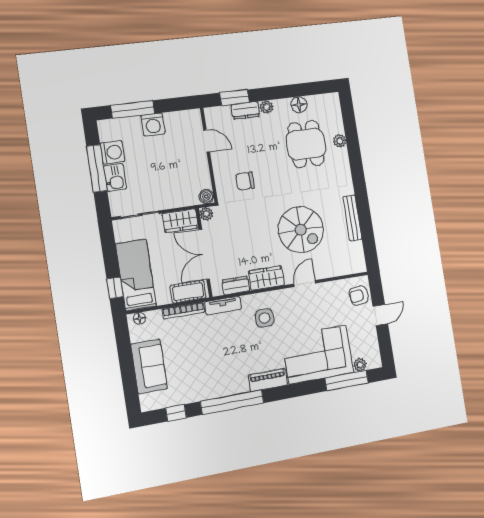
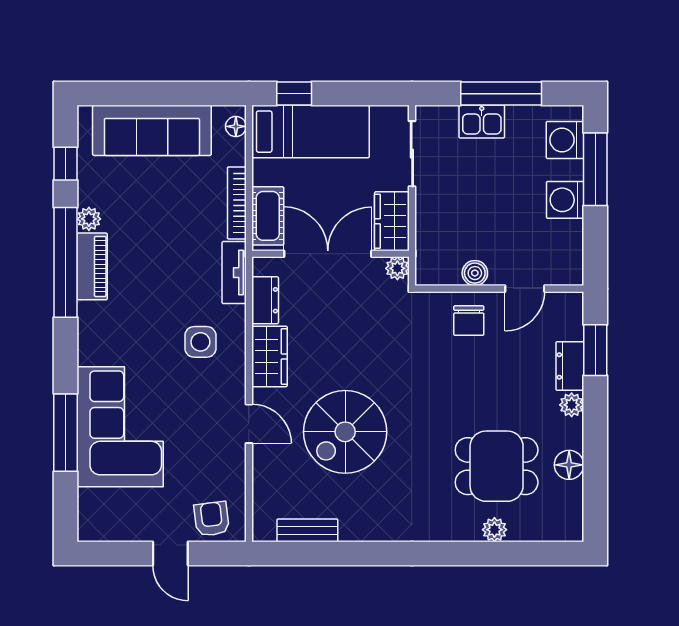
washing machine: (113, 152) -> (565, 140), moved, turned 90
chair: (245, 181) -> (469, 321), moved, turned 180
boiler: (206, 196) -> (475, 273), moved
bench: (352, 218) -> (307, 530), moved, width x0.73
plant: (360, 365) -> (89, 219), moved
sofa: (149, 366) -> (152, 130), width x1.36
piano: (268, 380) -> (92, 266), moved
window: (347, 381) -> (66, 433), moved

